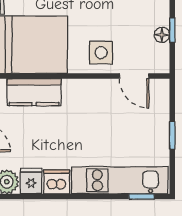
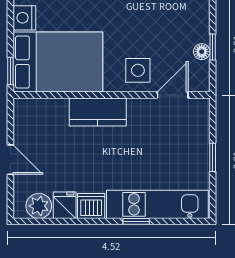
door: (134, 76) -> (173, 95), swing flipped
kitchen counter: (34, 92) -> (98, 112), moved
window: (142, 196) -> (136, 221), moved

